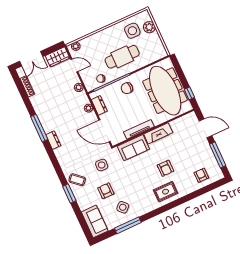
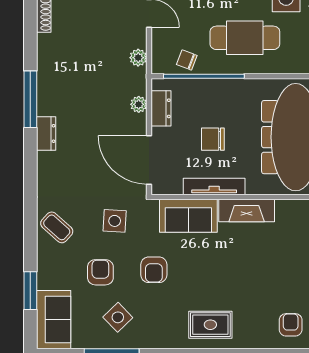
chair: (127, 88) -> (213, 139), moved
armchair: (165, 168) -> (154, 270), moved
window: (69, 193) -> (30, 291), moved

